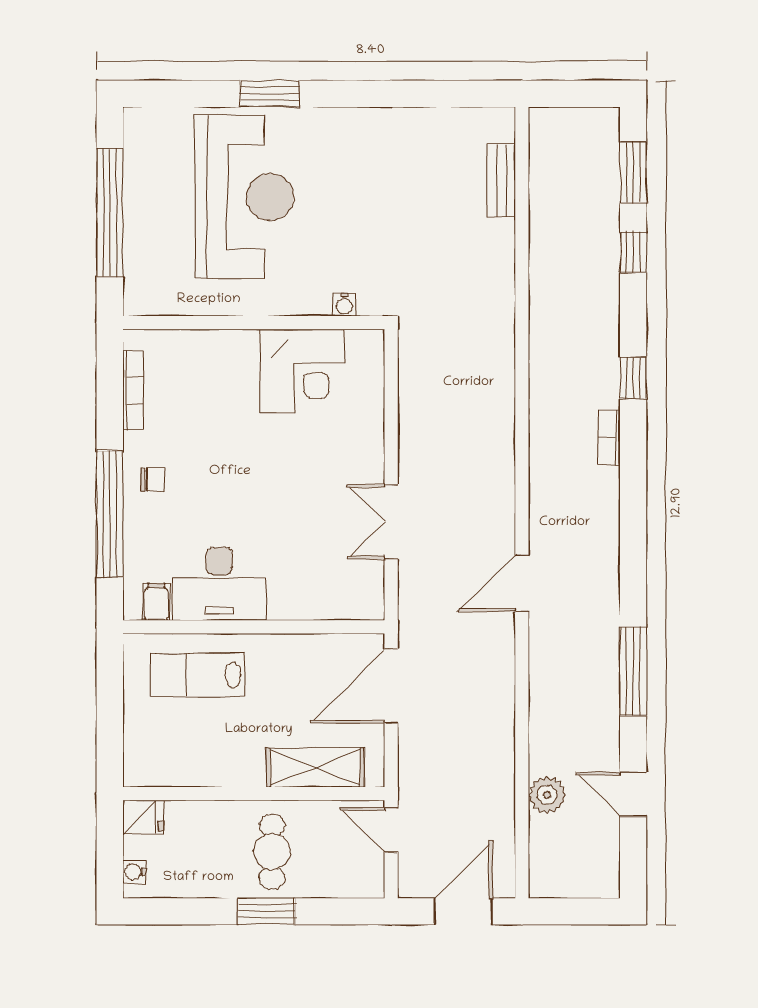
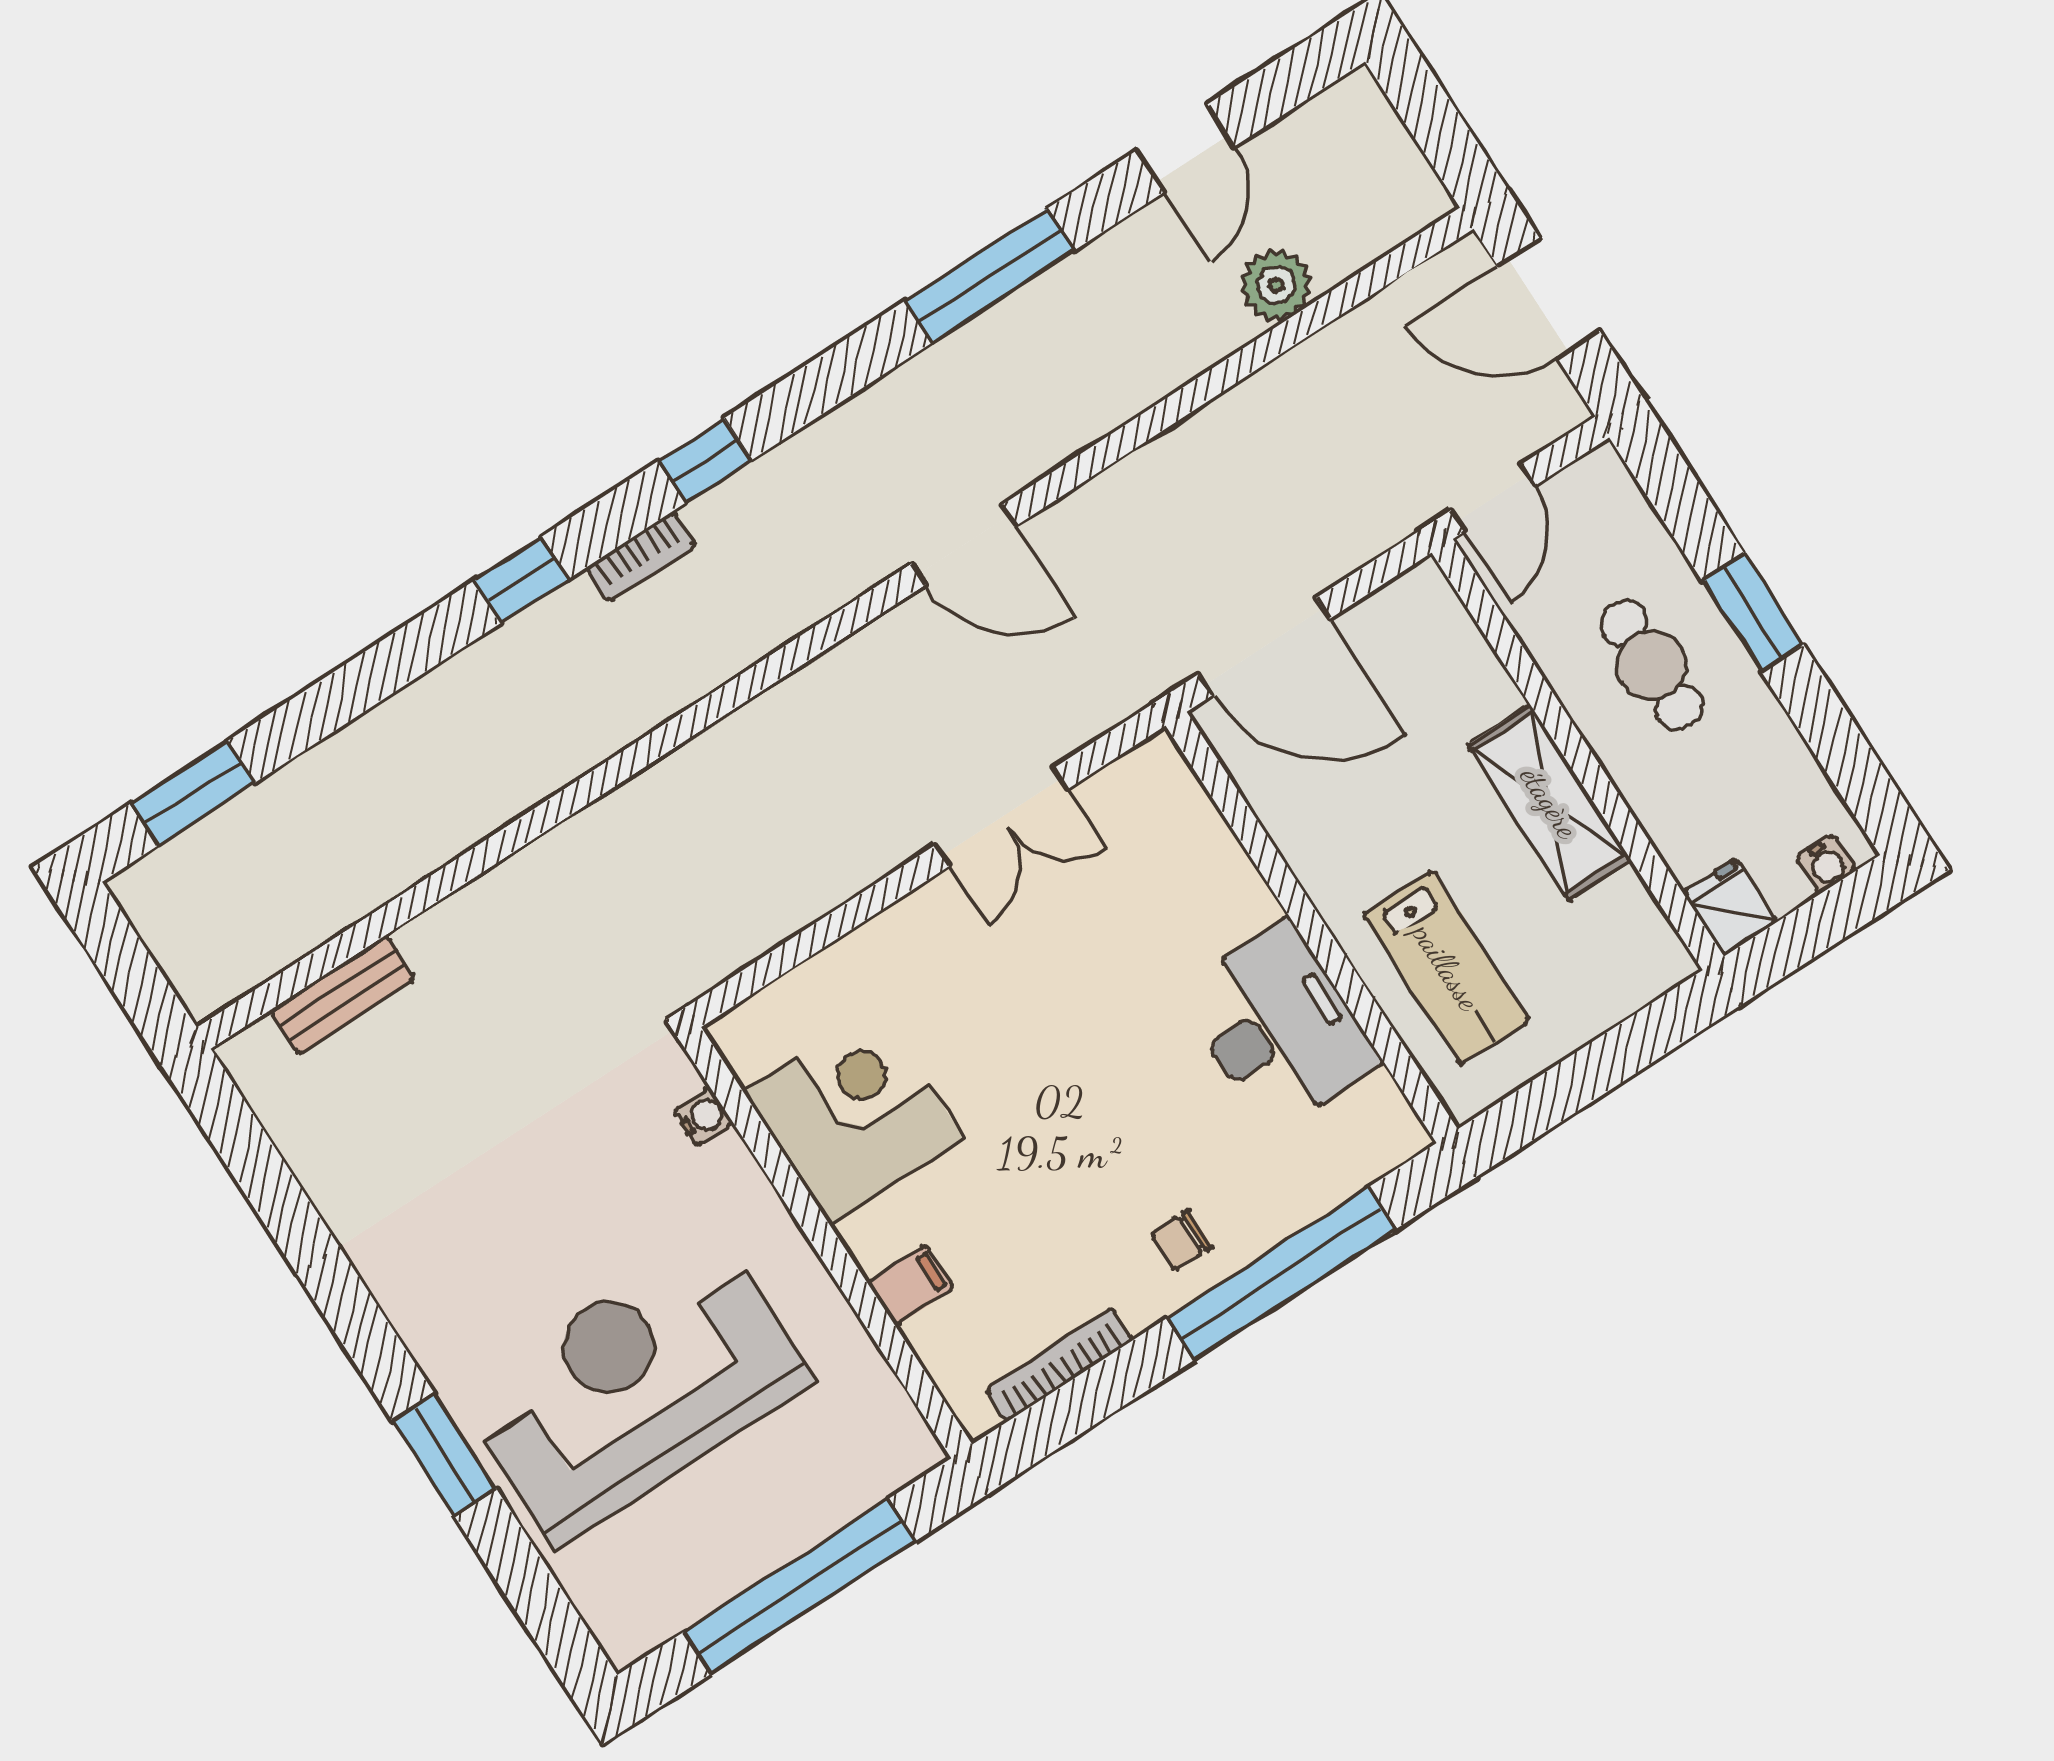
window: (633, 252) -> (705, 460), moved
chair: (153, 480) -> (1181, 1241), turned -90
filing cabinet: (156, 602) -> (911, 1285), moved, turned 180
shelving: (315, 768) -> (1550, 802), moved
cafe table: (272, 852) -> (1651, 665), turned 90

